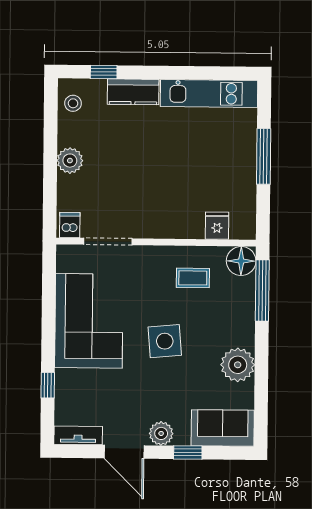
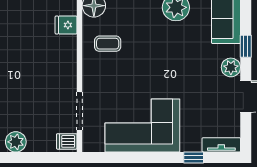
coffee table: (193, 278) -> (108, 44), turned 90
side table: (165, 341) -> (158, 65), removed
tv unit: (78, 435) -> (221, 145), moved, turned 90

